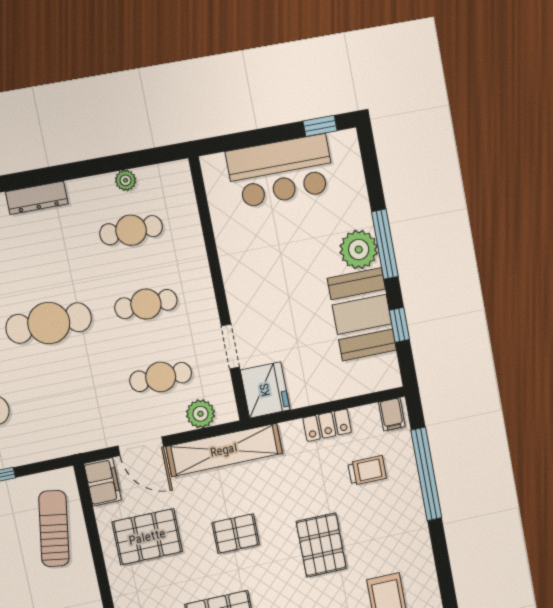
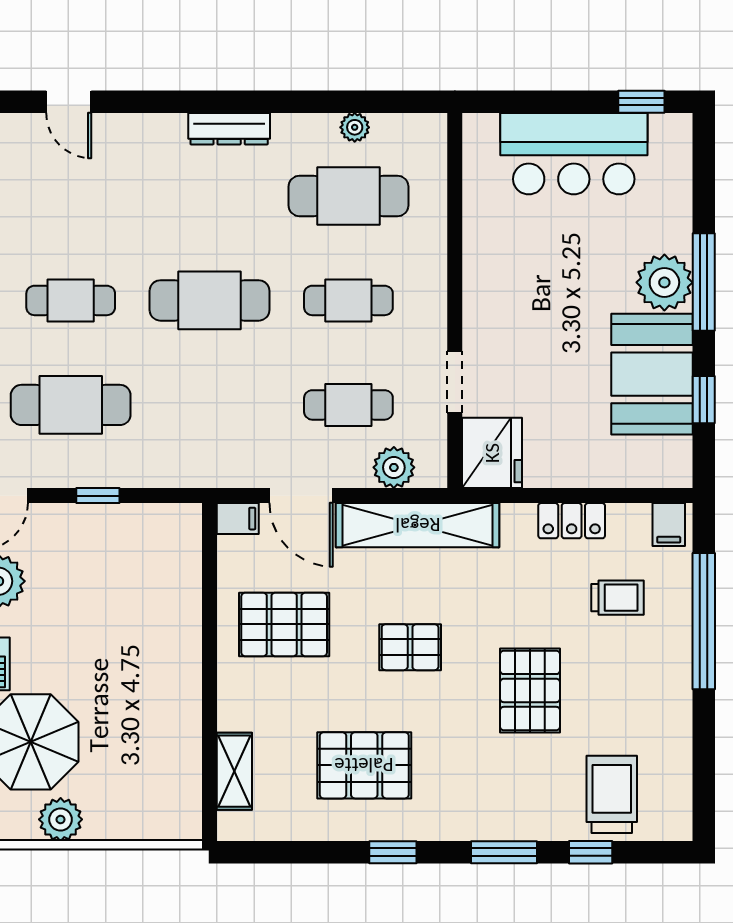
cafe table: (131, 230) -> (348, 196), width x1.37, depth x1.35
filing cabinet: (103, 482) -> (238, 519), width x0.50
sun lounger: (54, 529) -> (157, 585), removed

